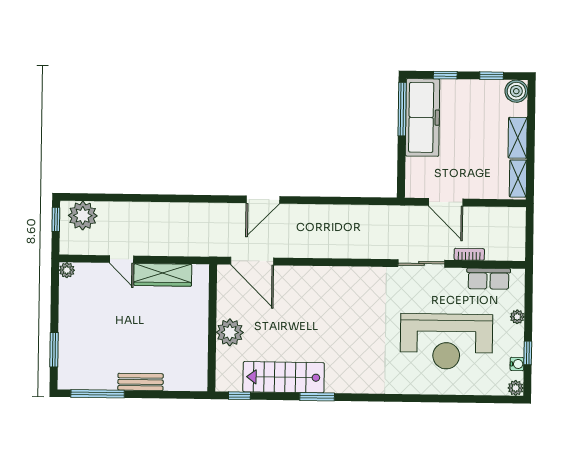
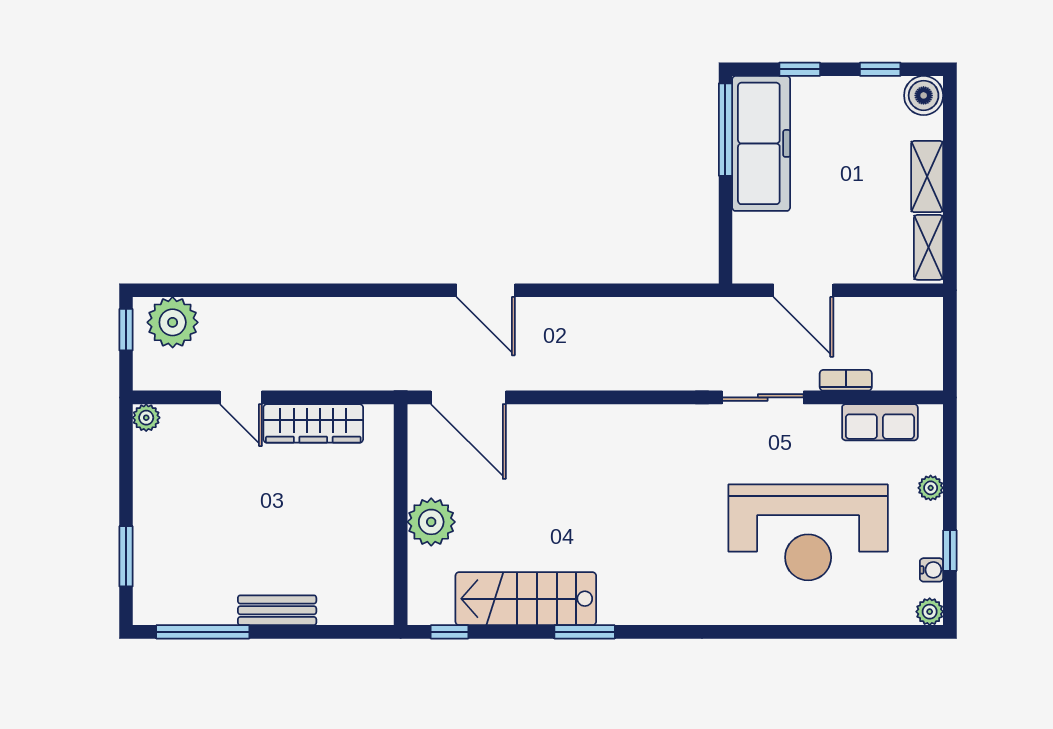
door: (263, 200) -> (486, 290), hinge flipped

